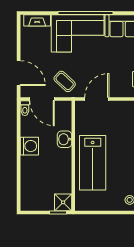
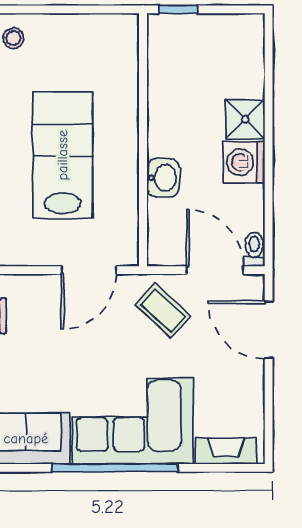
lab bench: (93, 163) -> (63, 155), moved
shower: (63, 202) -> (245, 119), moved

